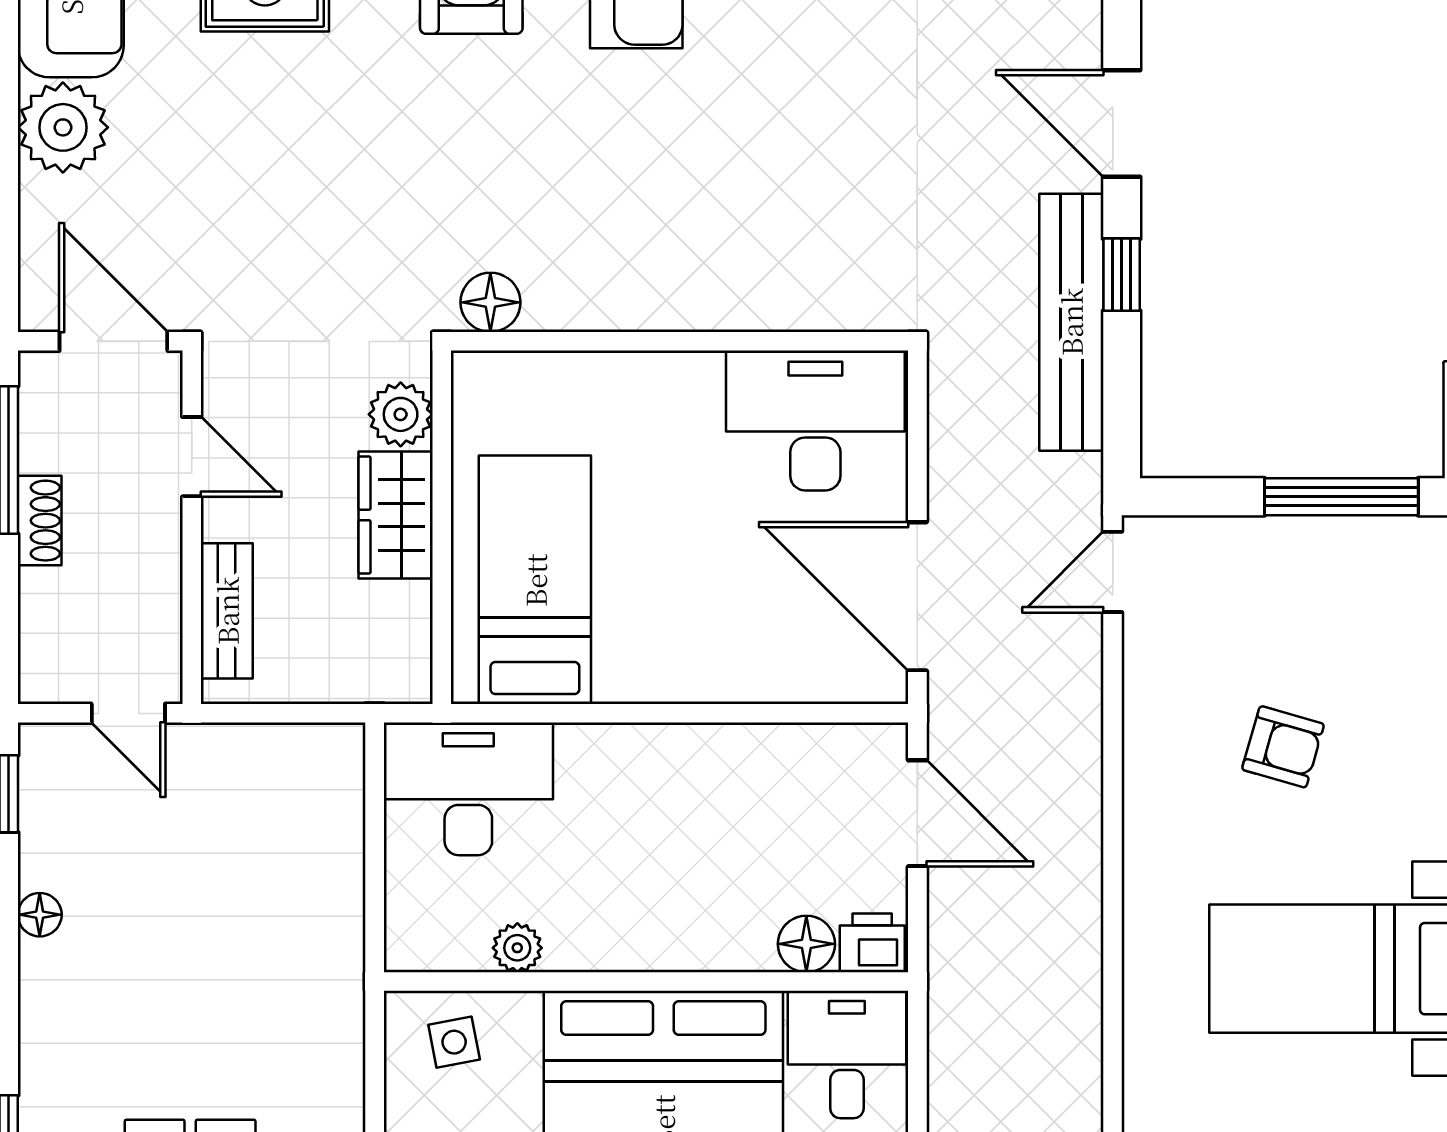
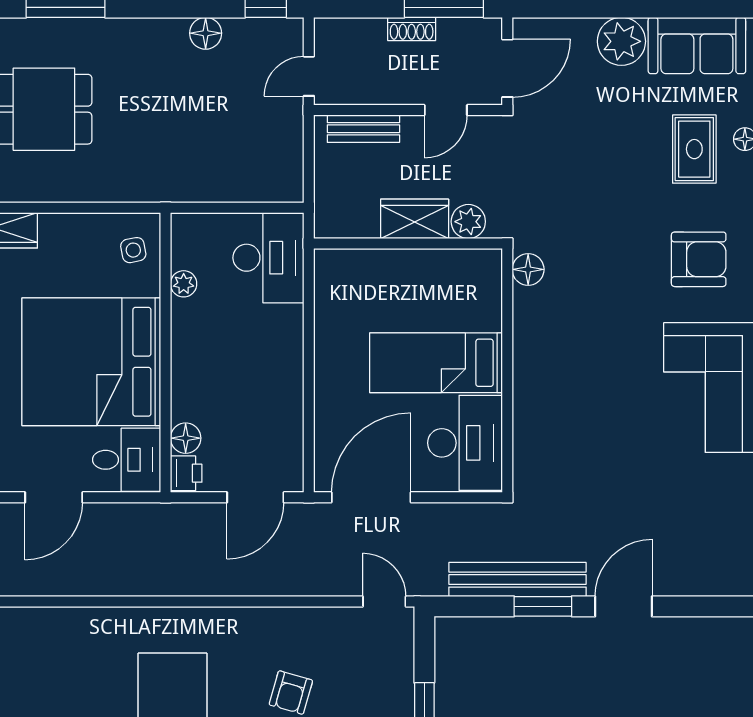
window: (1122, 275) -> (543, 606), width x1.50
bed: (535, 580) -> (436, 363), moved, turned 180
floor lamp: (40, 915) -> (206, 33), width x1.37, depth x1.37

